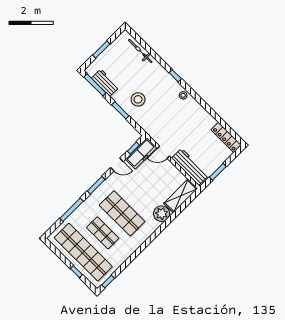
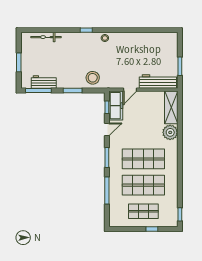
stool: (138, 99) -> (93, 78), moved
locker: (226, 137) -> (162, 37), removed
shop shelf: (103, 233) -> (143, 185), width x1.43, depth x1.36
shop shelf: (83, 252) -> (143, 211), width x0.50, depth x0.74

